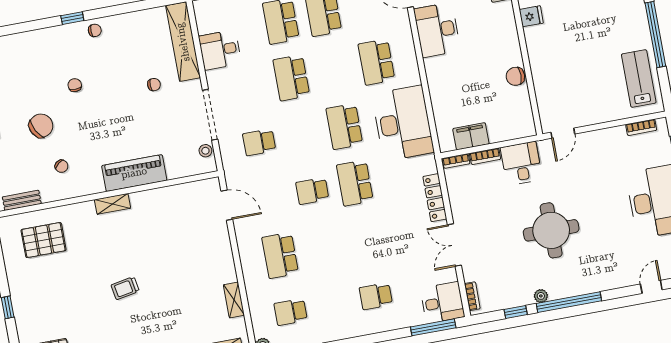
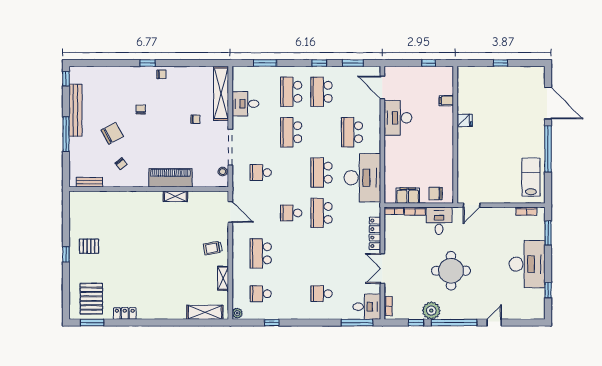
chair: (515, 76) -> (436, 194), moved
shelving: (112, 204) -> (175, 196), moved
pallet: (44, 240) -> (89, 246), moved, width x0.67, depth x0.71
door: (651, 287) -> (494, 323), moved
trolley: (125, 288) -> (213, 248), moved
plant: (541, 296) -> (431, 311), width x1.88, depth x1.88

